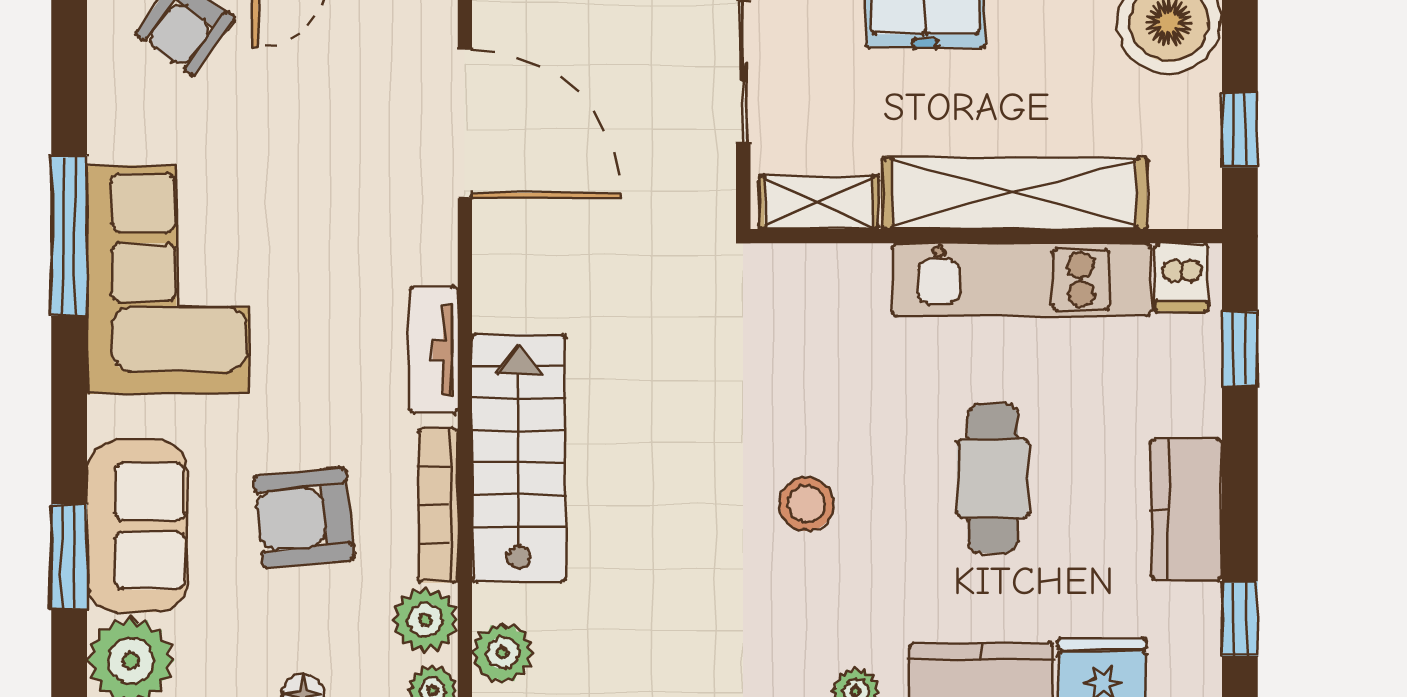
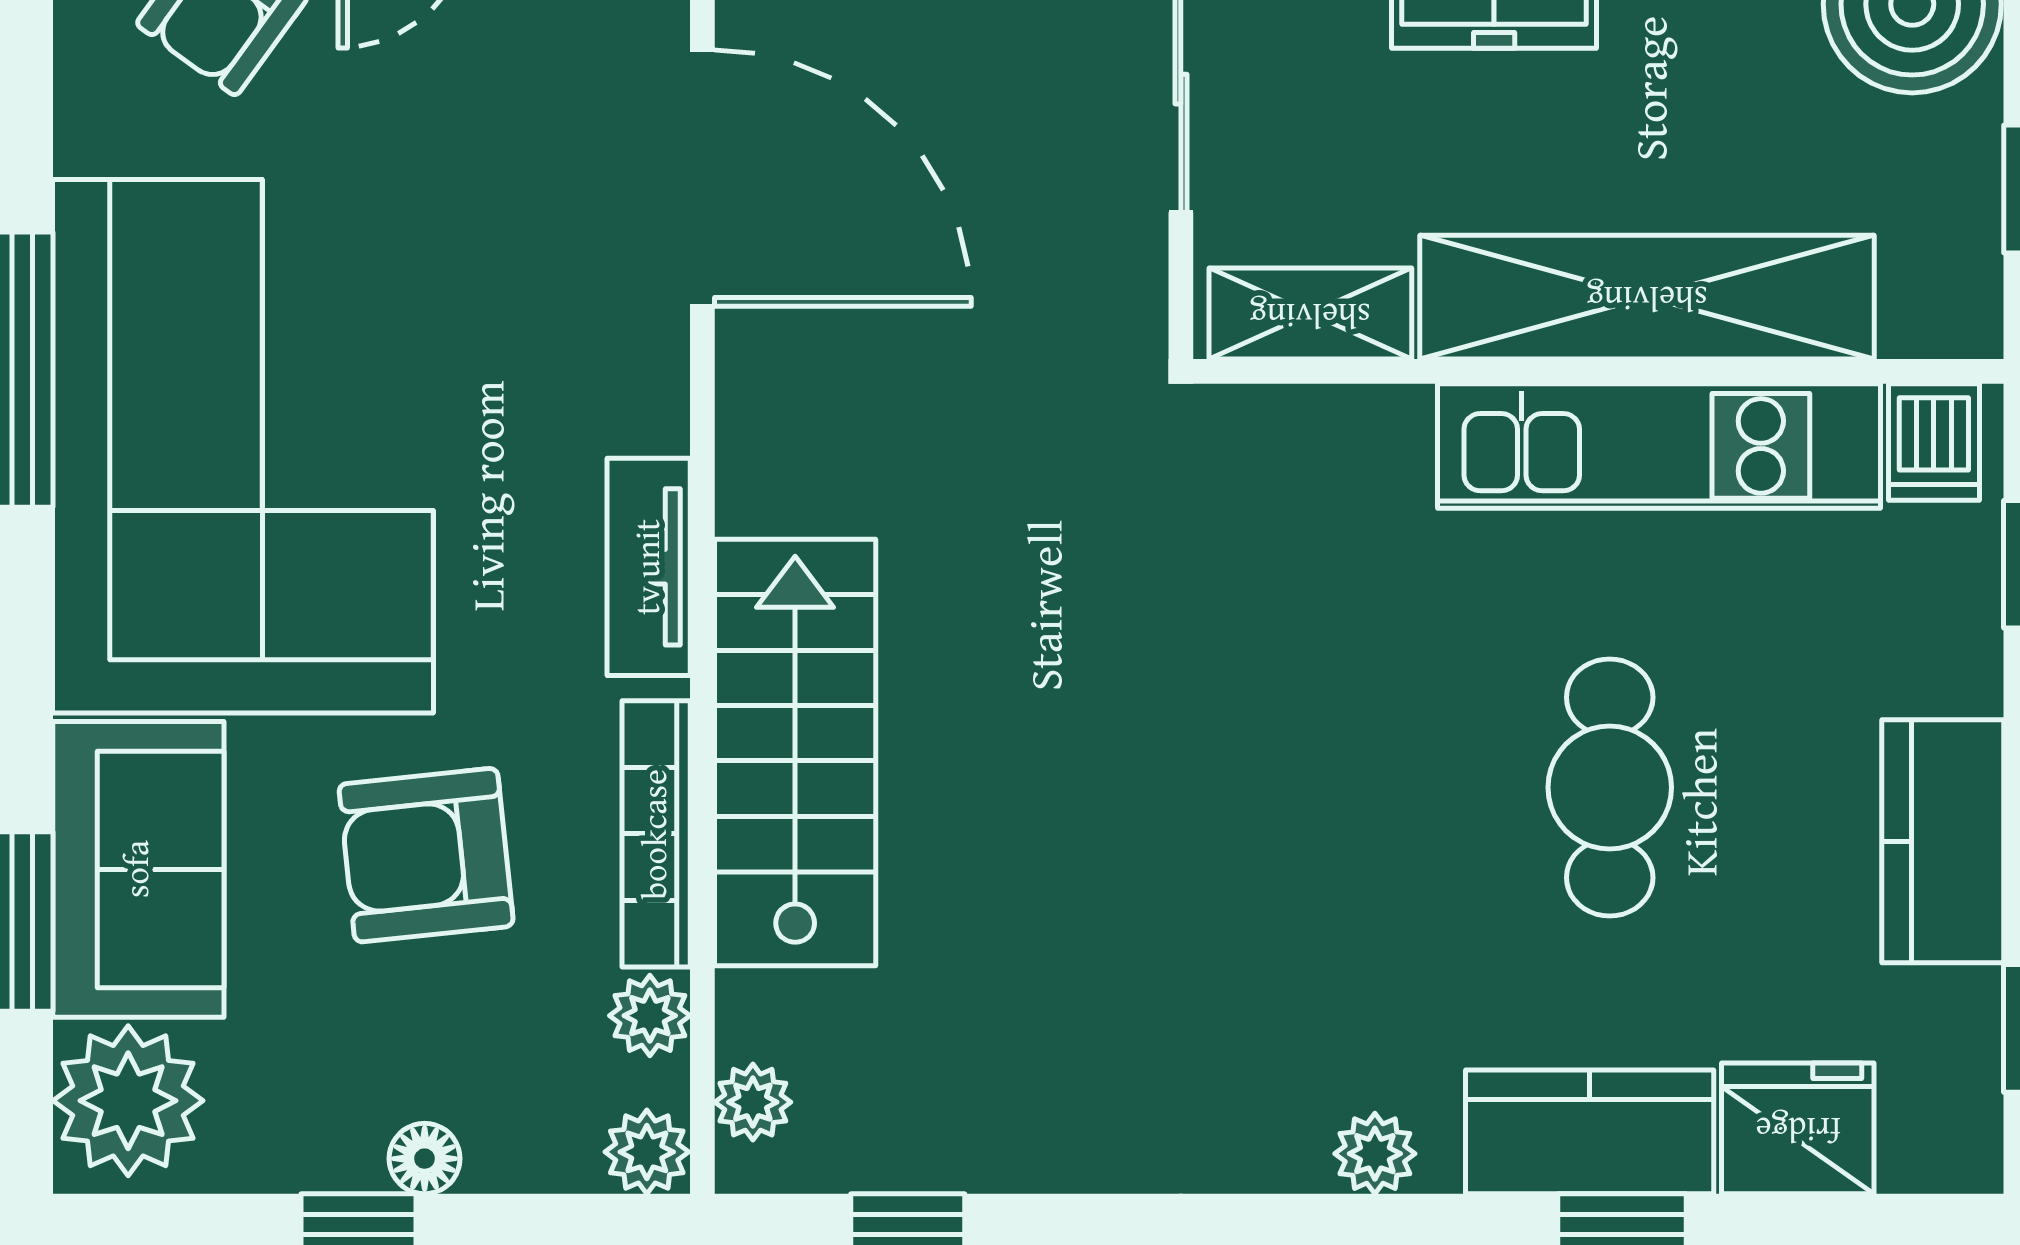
corner sofa: (168, 280) -> (243, 446), width x1.36, depth x1.36
stool: (807, 504) -> (1290, 831), removed
plant: (425, 620) -> (650, 1016), width x0.73, depth x0.73
plant: (502, 653) -> (753, 1102), width x0.73, depth x0.73

